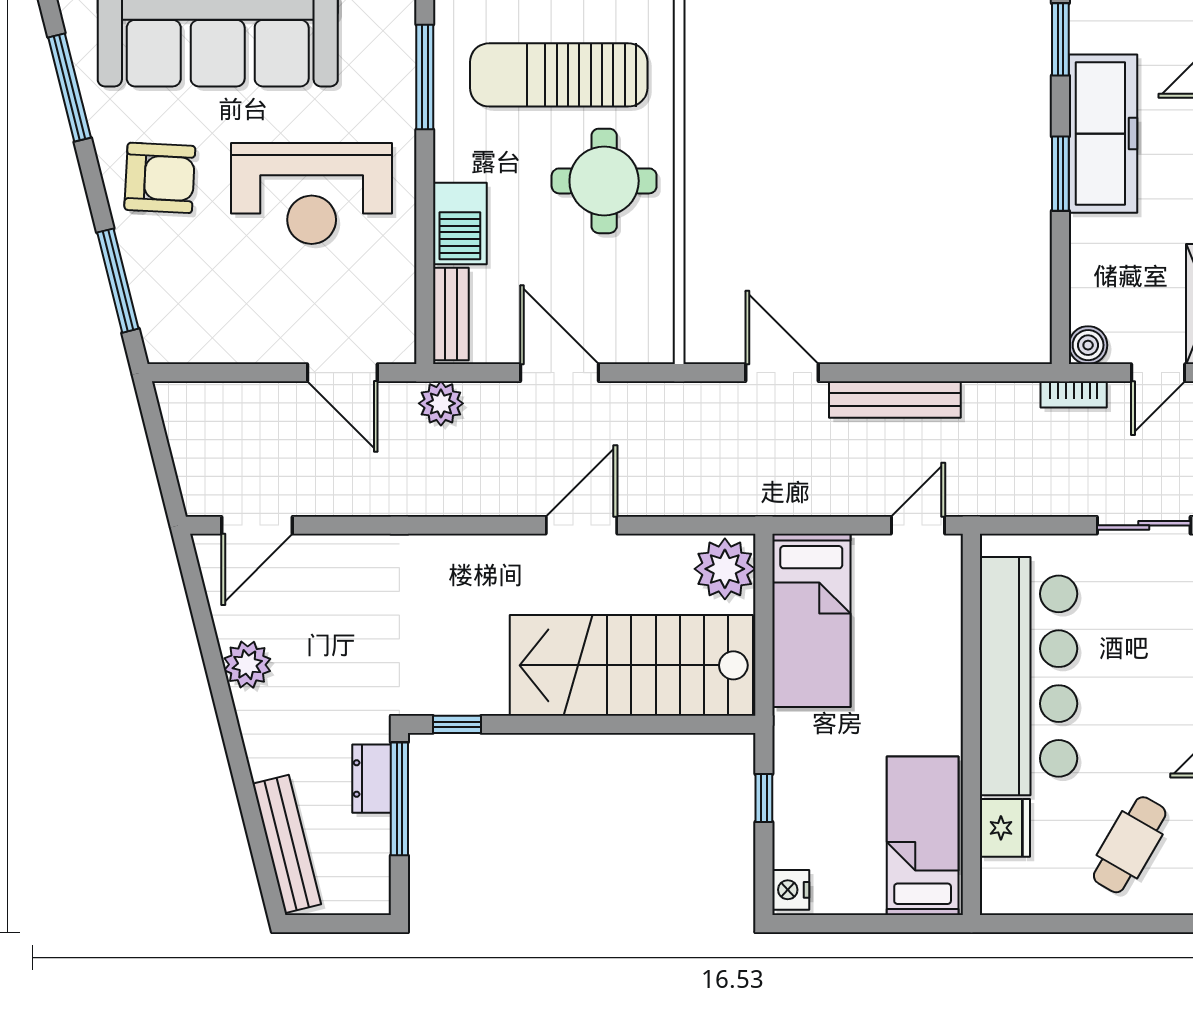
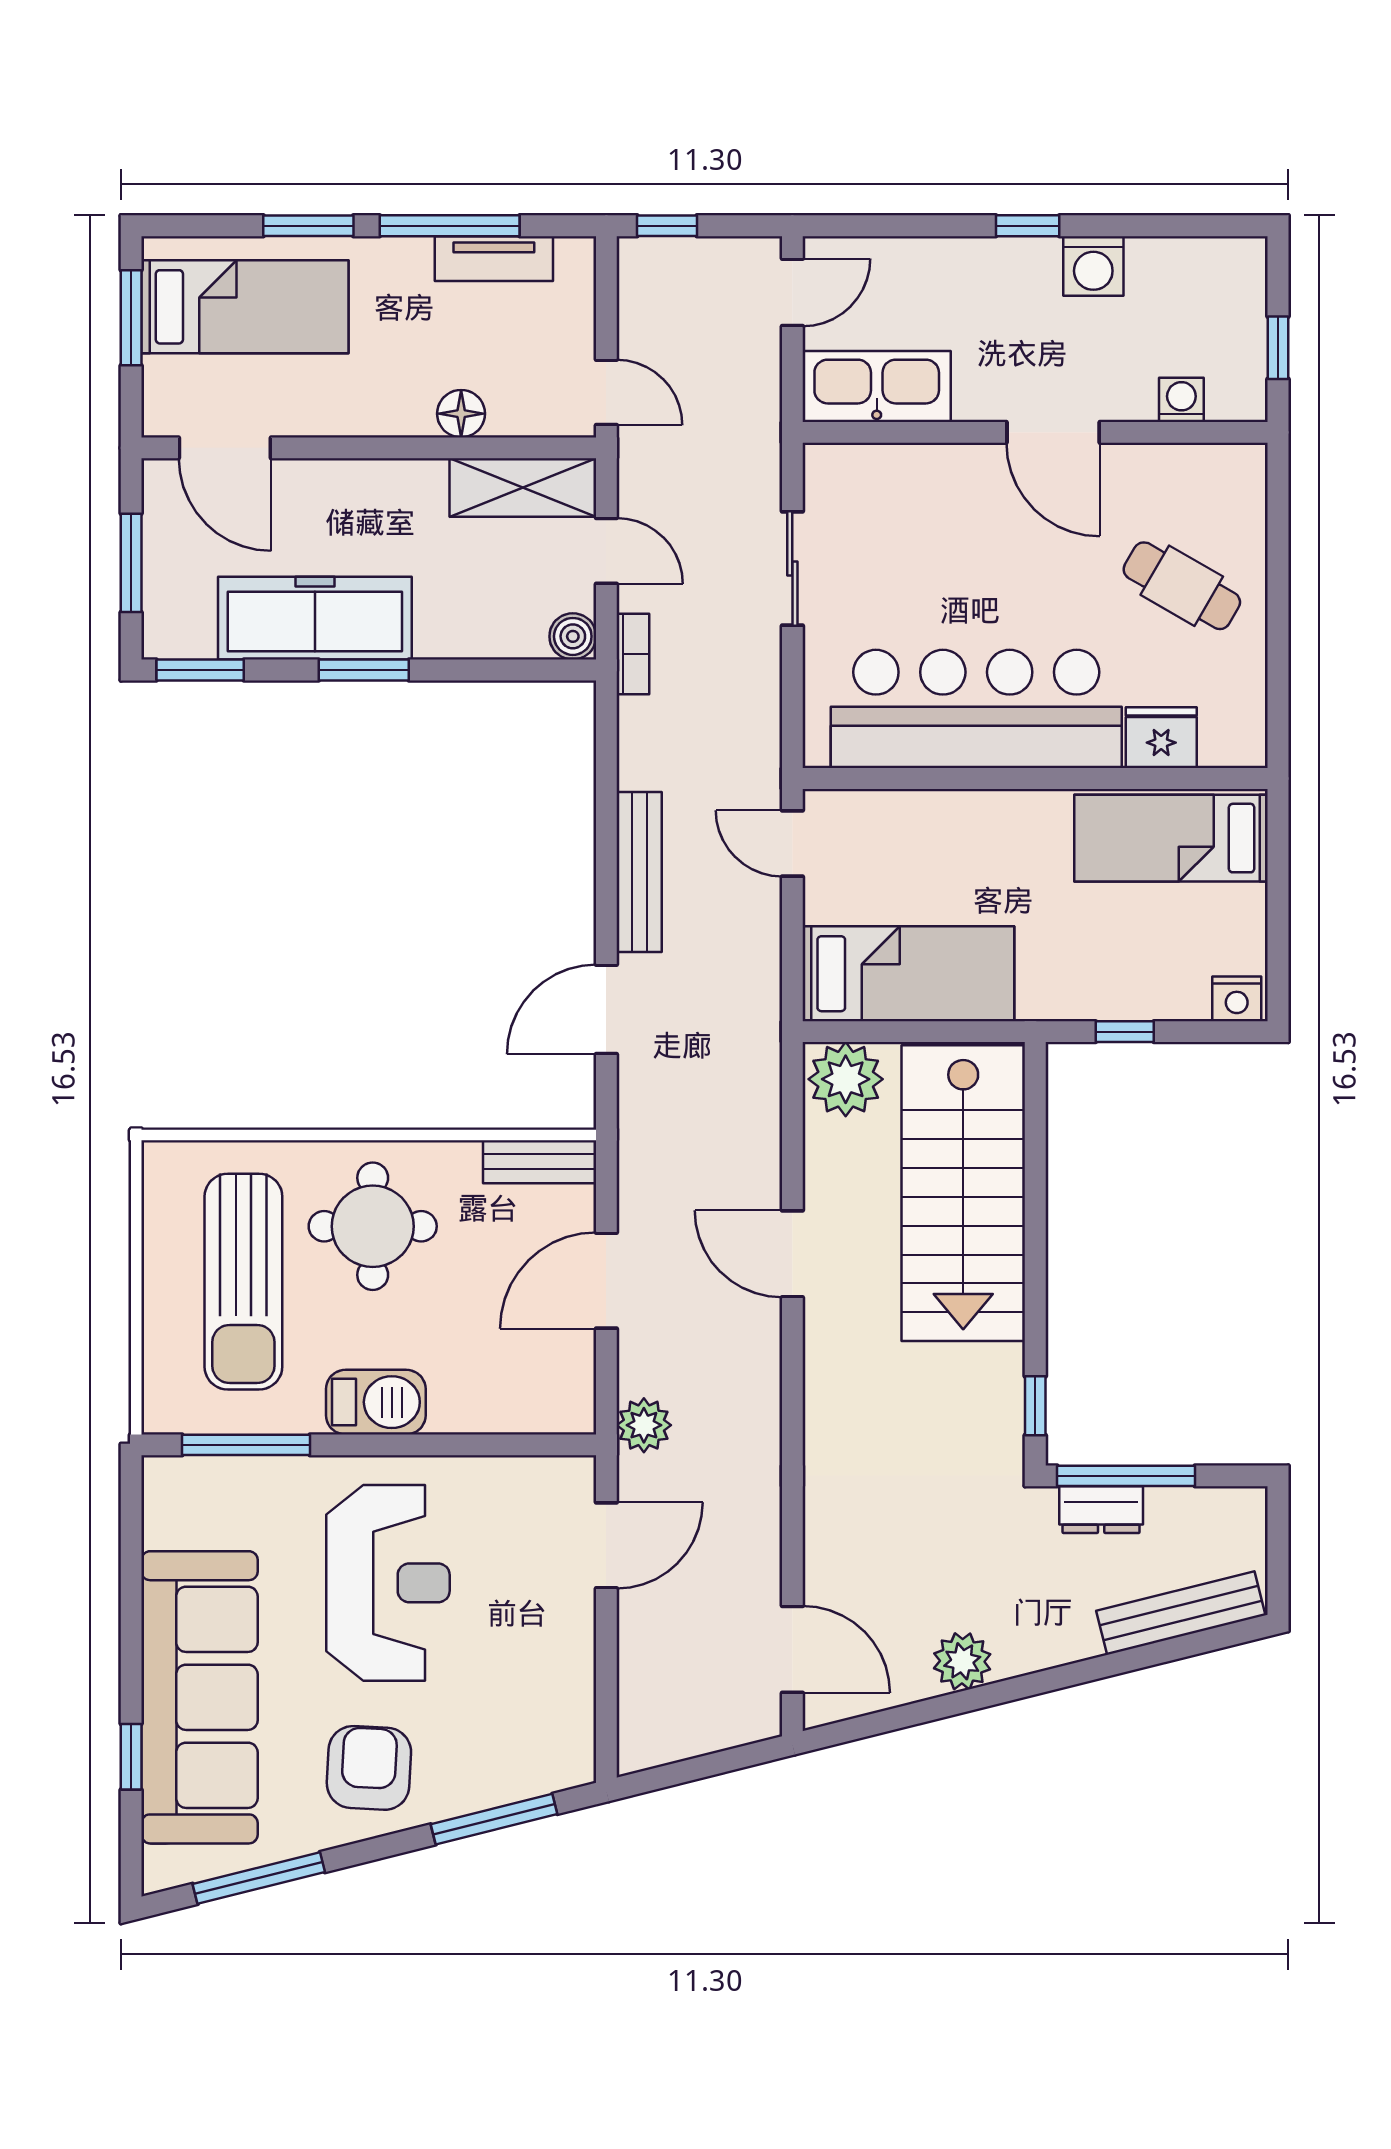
barbecue: (460, 224) -> (376, 1402), moved
bench: (451, 314) -> (540, 1162), moved

